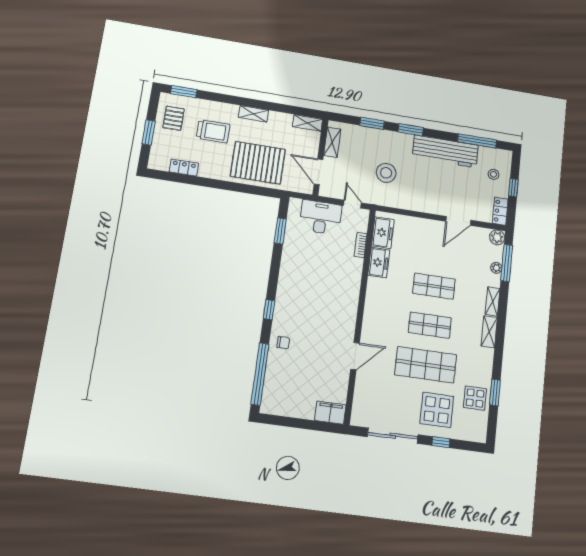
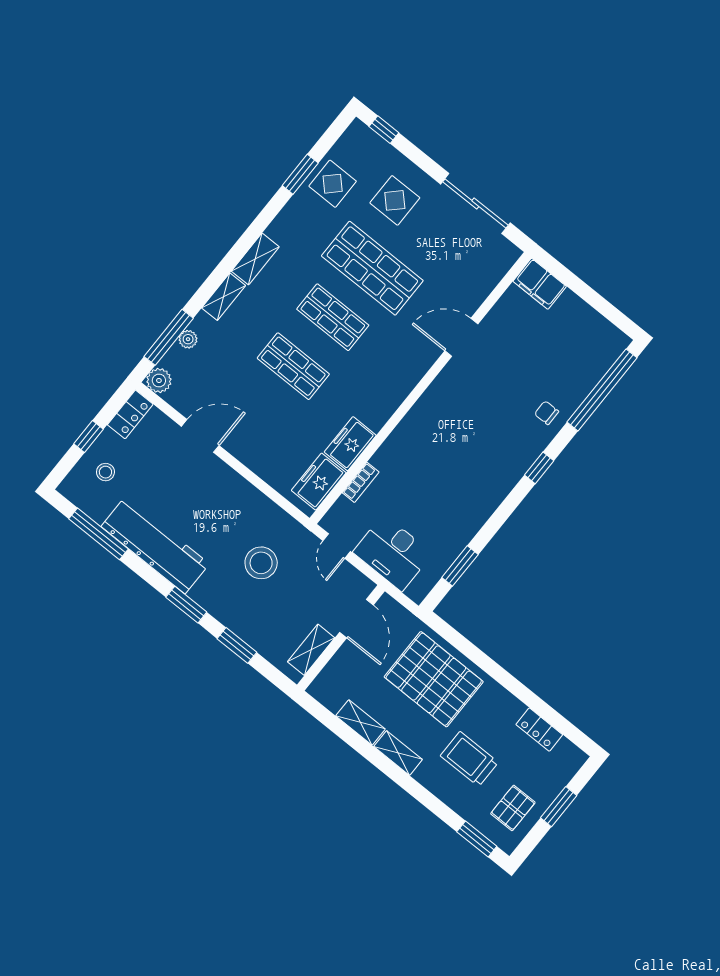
shelving: (308, 123) -> (360, 722), moved
display table: (437, 410) -> (395, 200), width x0.73, depth x0.73
window: (441, 442) -> (384, 130), moved

